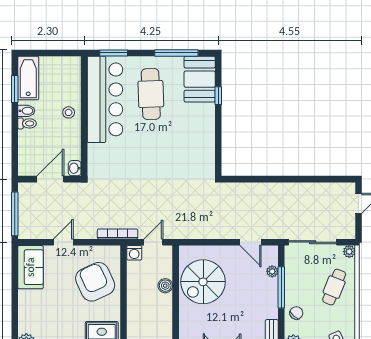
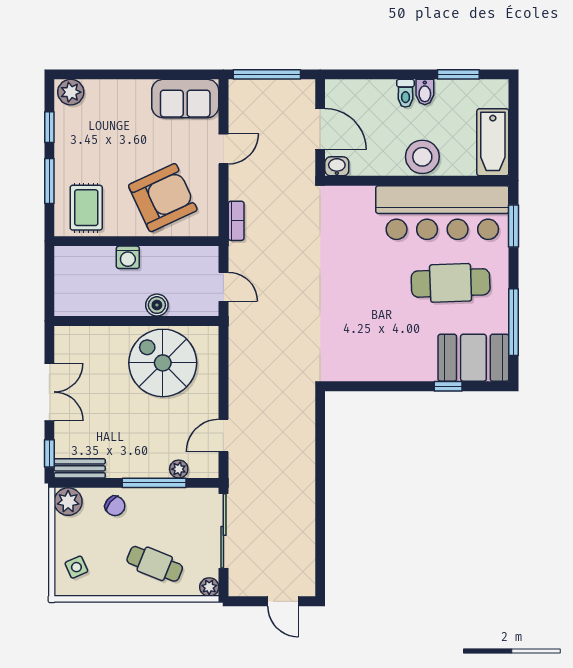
bathtub: (28, 78) -> (493, 142), moved, turned 90
stool: (69, 112) -> (422, 157), width x1.89, depth x1.89
bookcase: (118, 234) -> (236, 221), width x0.64
door: (63, 242) -> (223, 149), hinge flipped
washing machine: (134, 253) -> (128, 257), moved, turned -90

